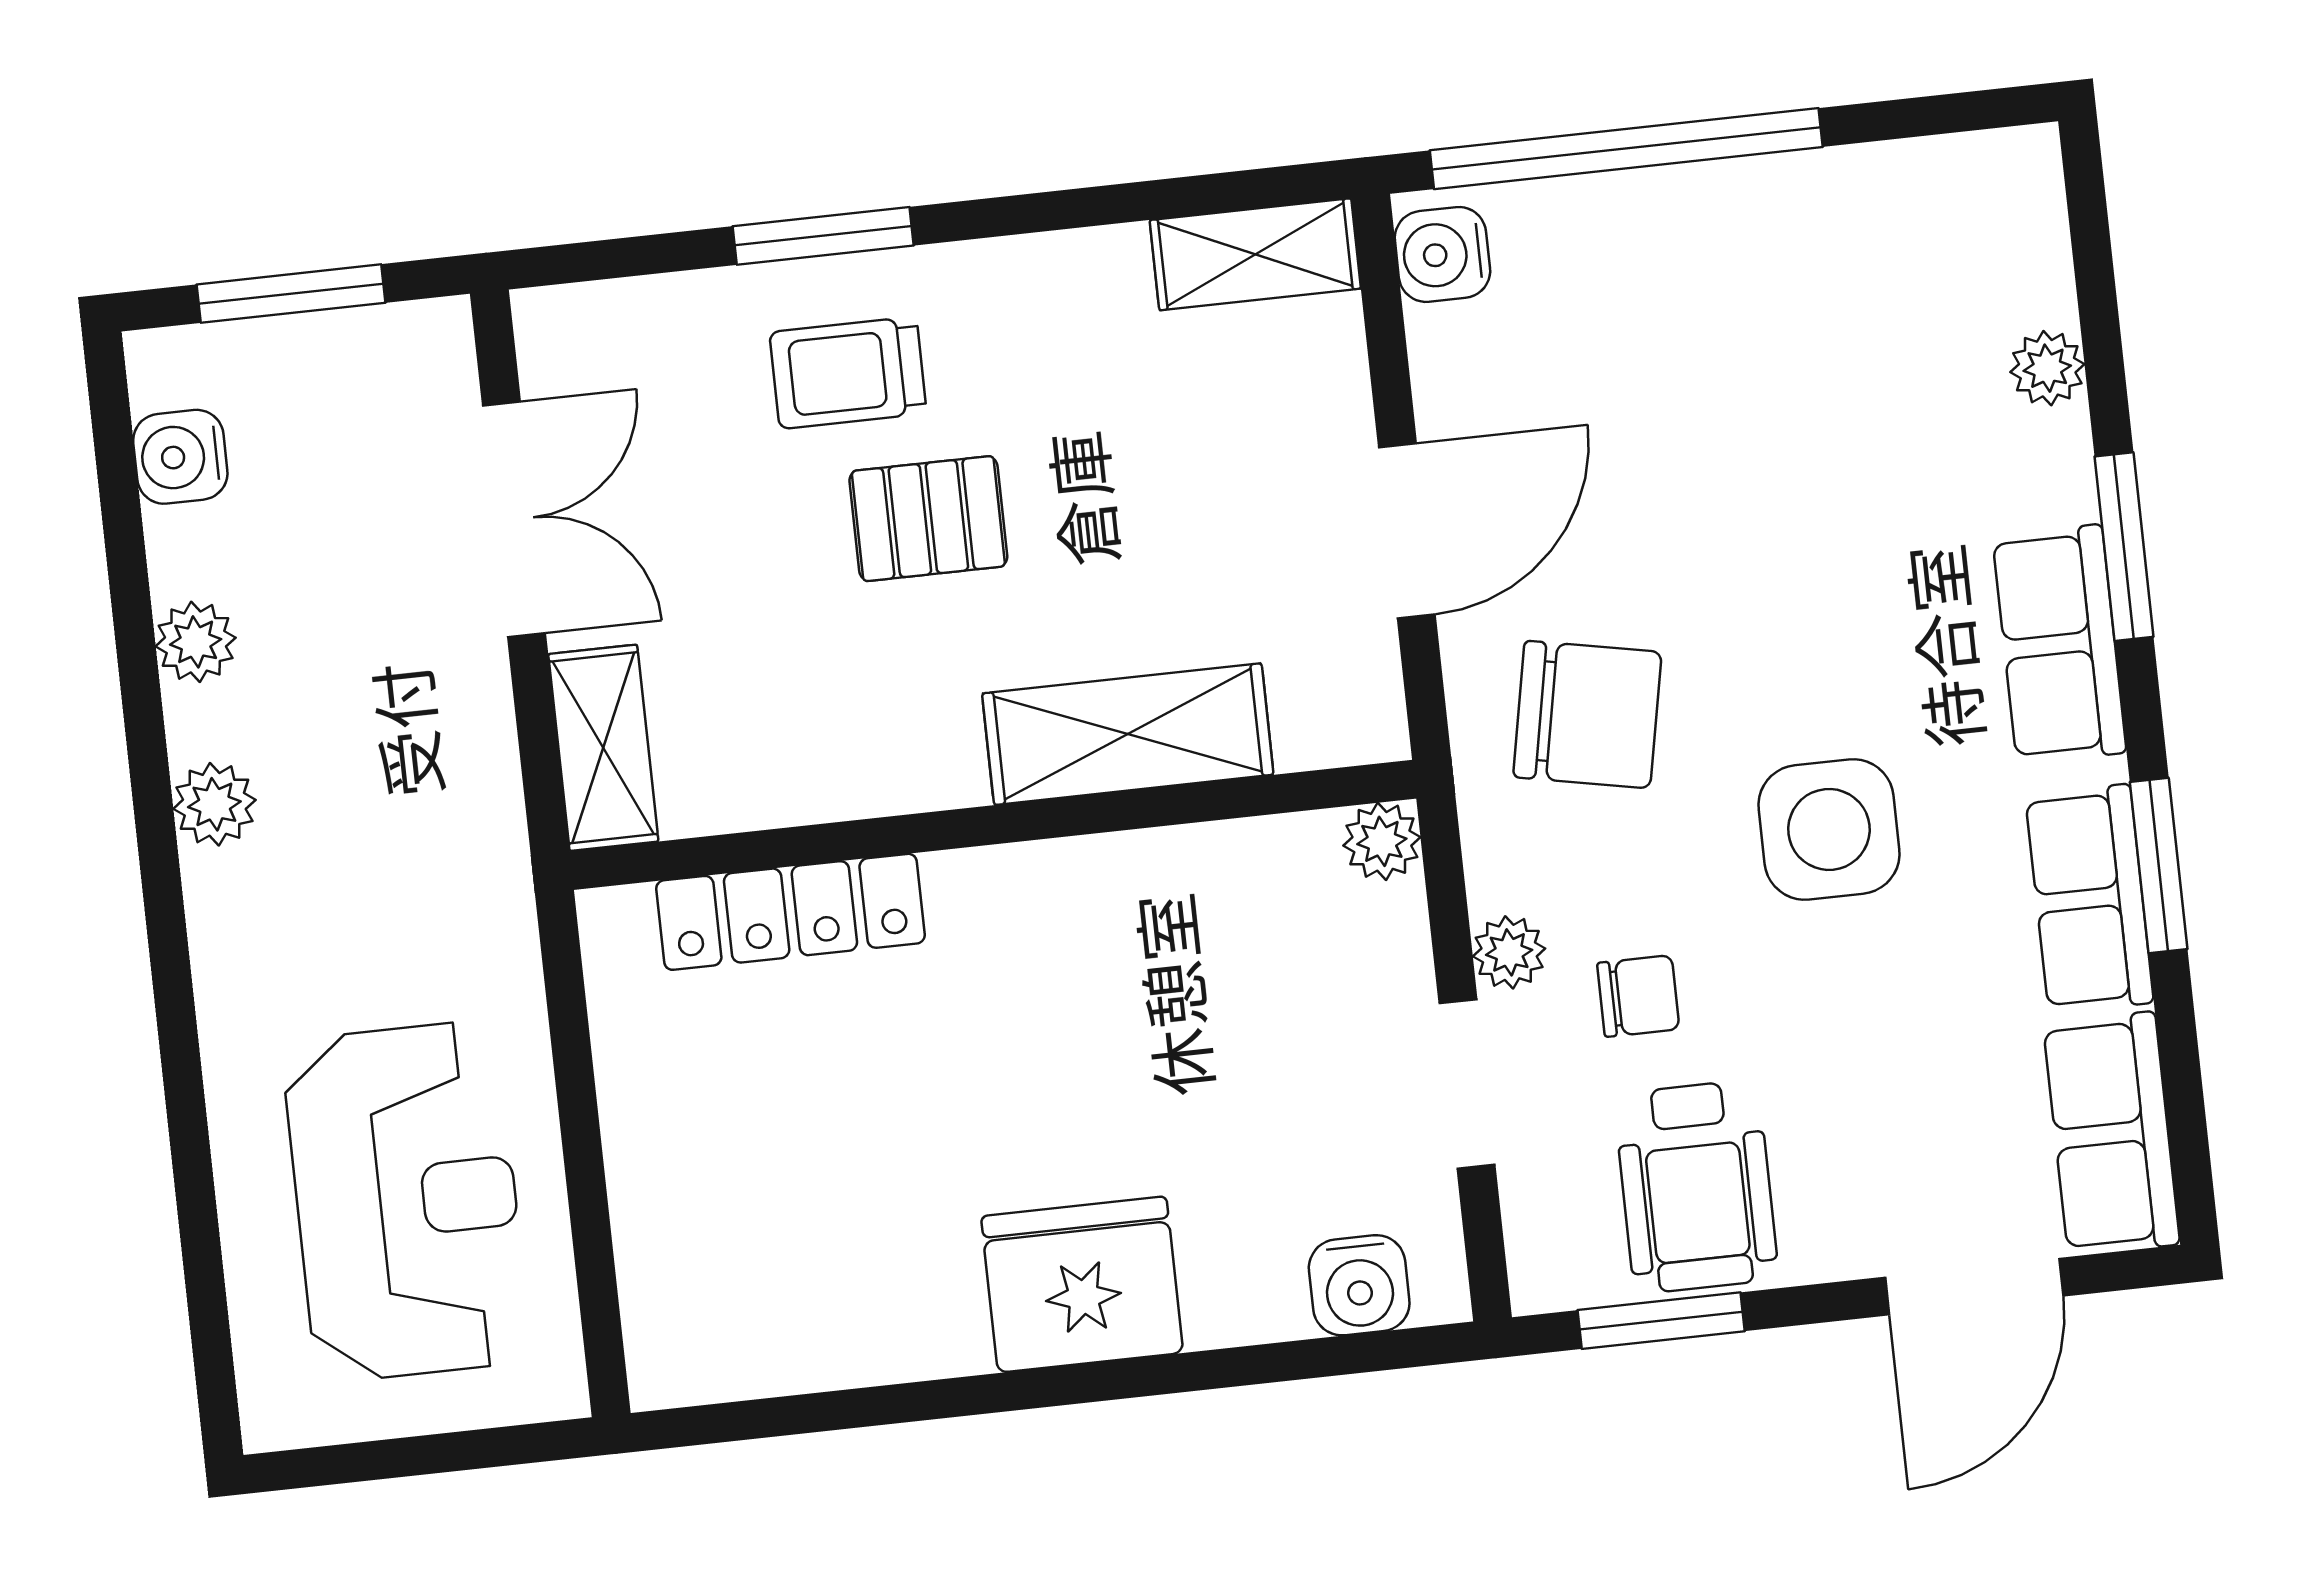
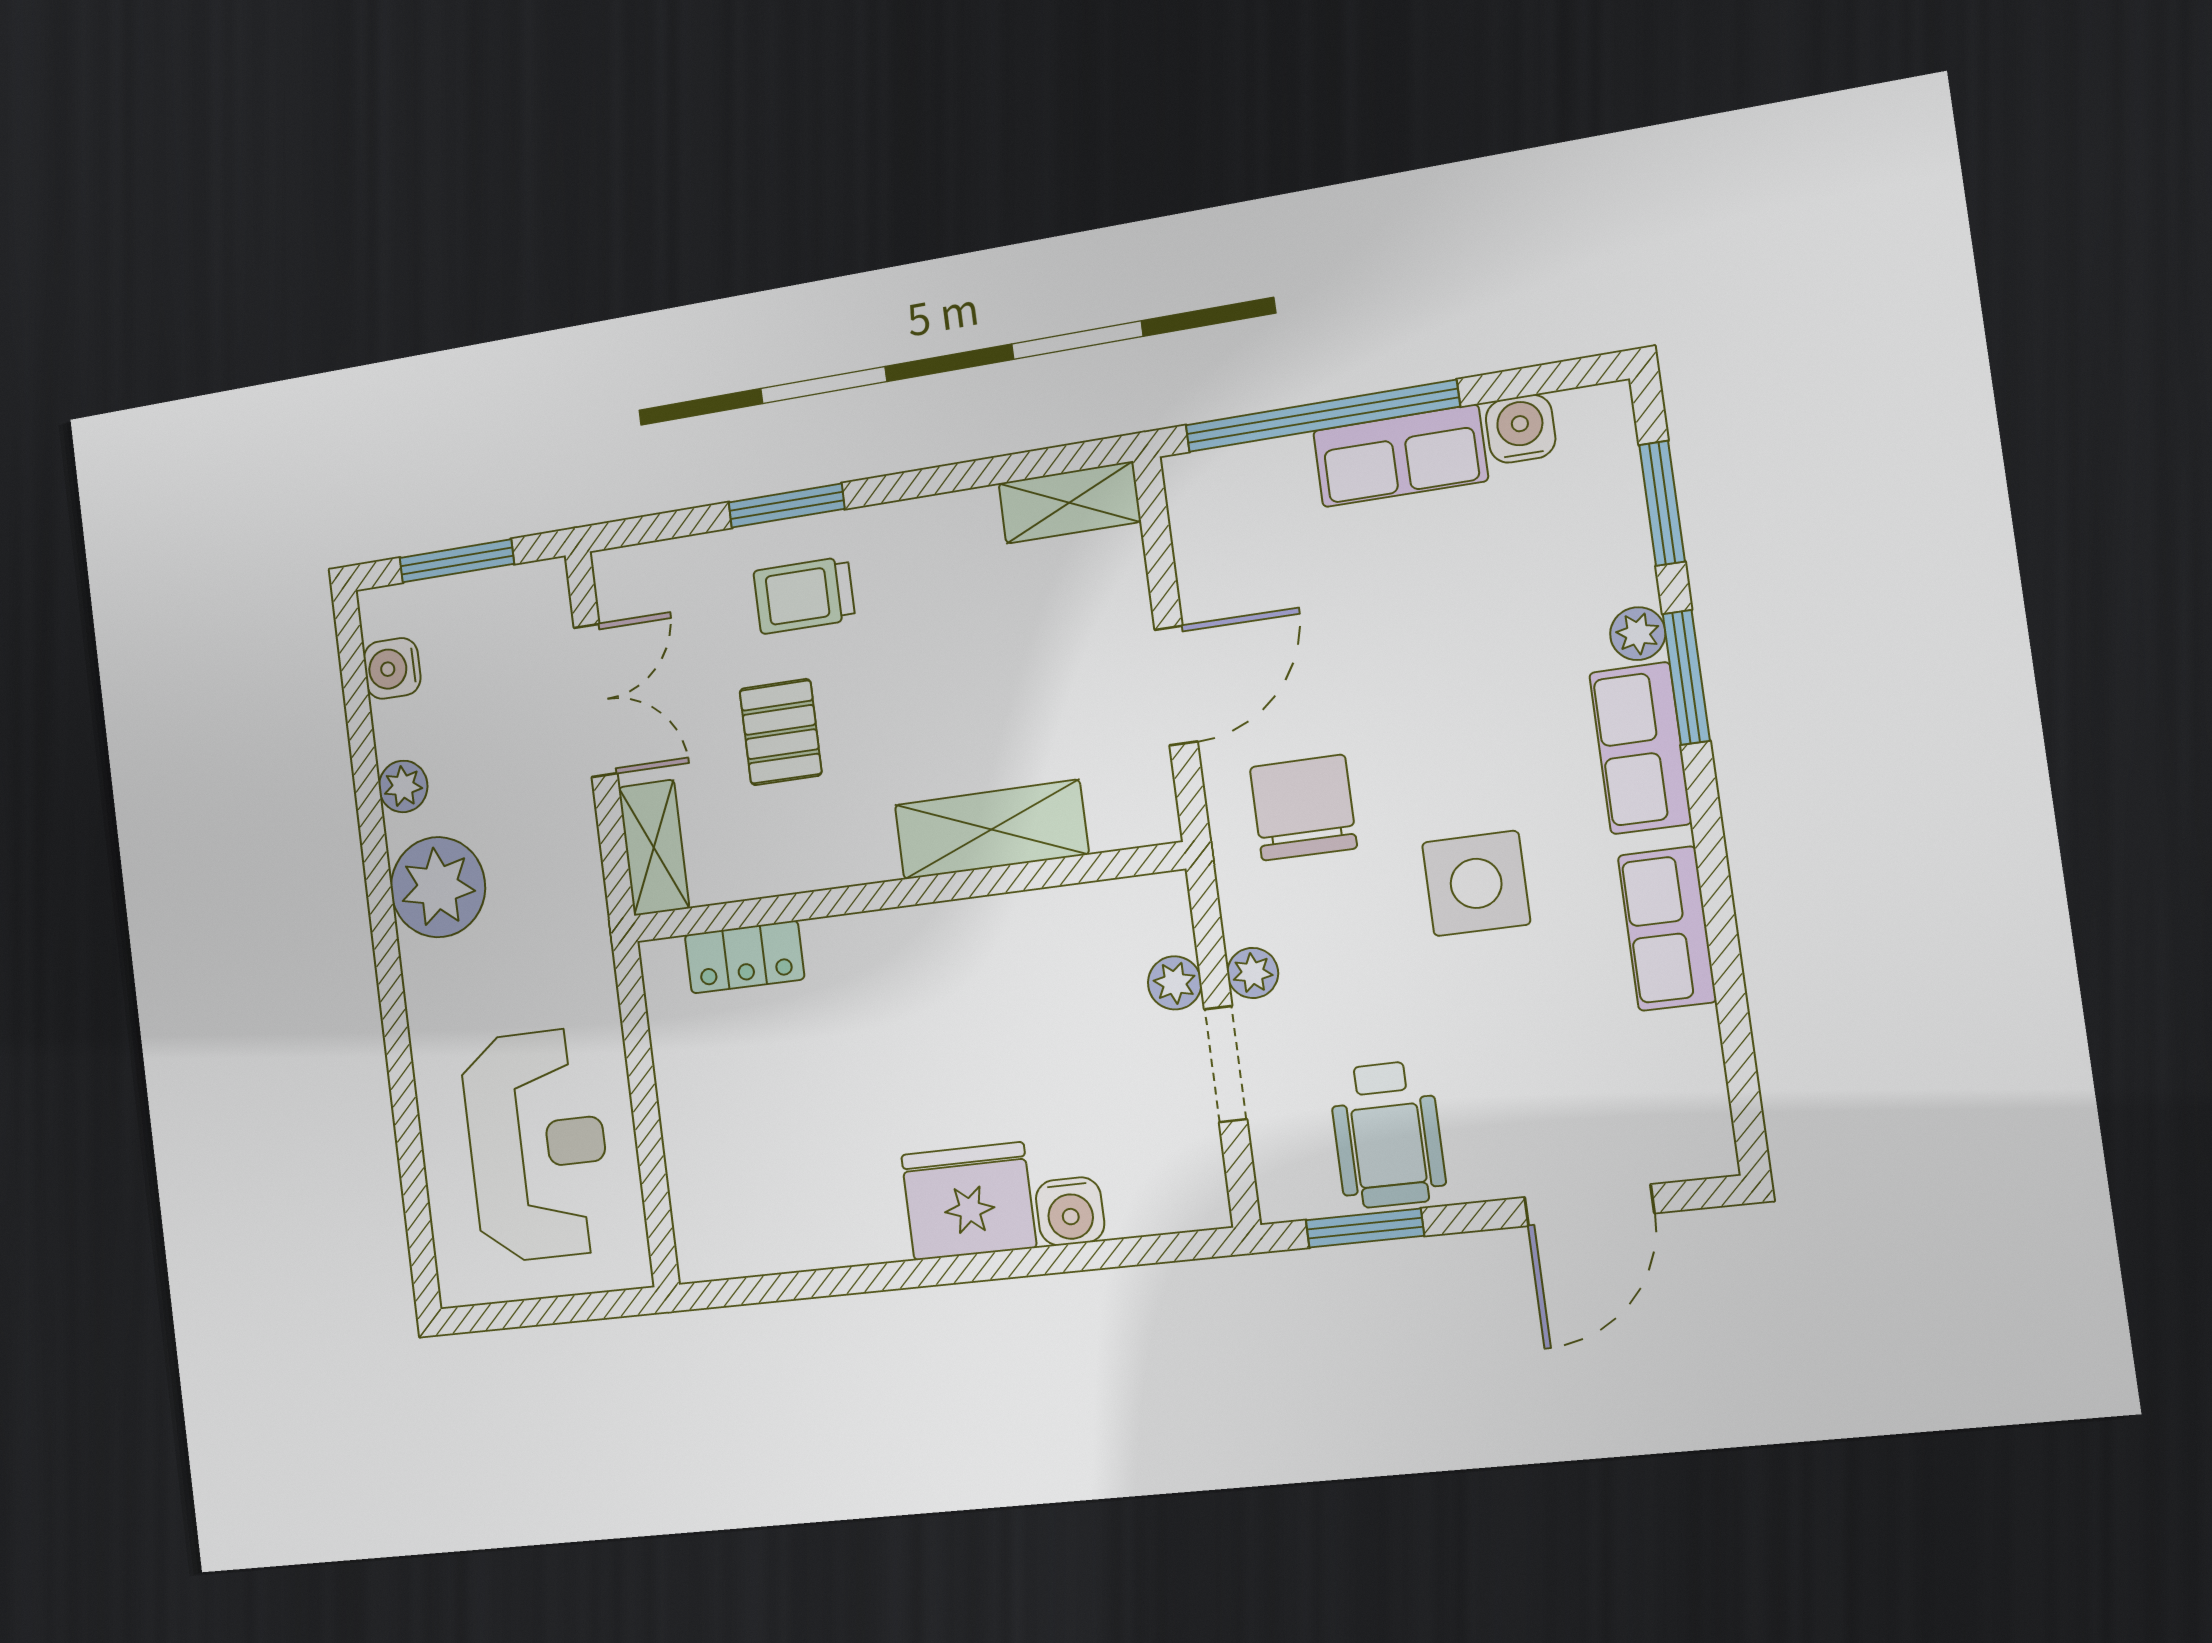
water cooler: (1442, 254) -> (1521, 429), moved, turned 90
plant: (2047, 368) -> (1638, 634), moved
pallet: (928, 519) -> (781, 732), moved, turned 90
chair: (1587, 714) -> (1303, 808), turned -101
plant: (214, 804) -> (438, 887), width x1.87, depth x1.87
plant: (1382, 841) -> (1175, 983), moved
window: (2159, 866) -> (1662, 503), moved
locker: (790, 912) -> (744, 957), width x0.66
chair: (1638, 996) -> (1343, 1002), removed
row of seats: (2111, 1134) -> (1400, 456), moved, turned -90
water cooler: (1359, 1285) -> (1070, 1211), moved

